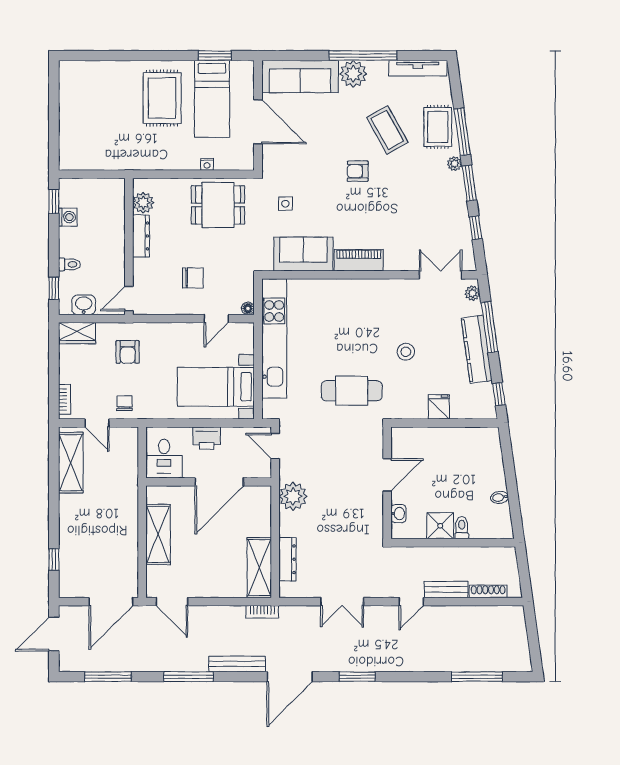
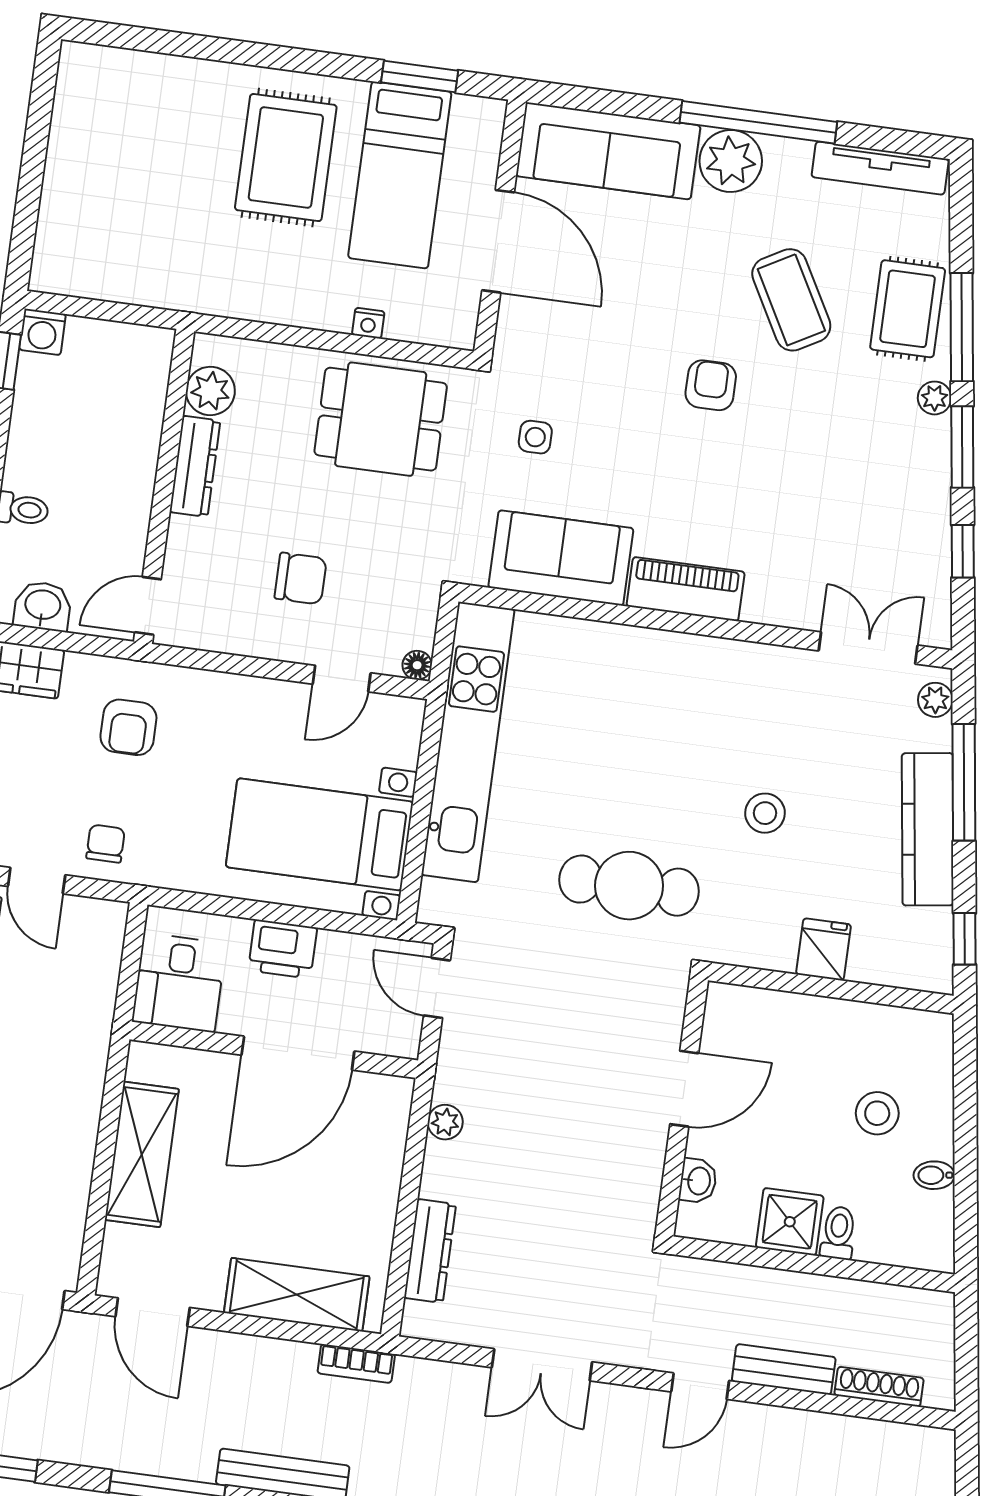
armchair: (358, 171) -> (711, 385), turned 90
washing machine: (68, 217) -> (42, 332), moved, turned 90
stool: (471, 474) -> (877, 1113), added
plant: (293, 496) -> (445, 1122), width x0.53, depth x0.53
shelving: (259, 568) -> (297, 1295), moved, turned 90

